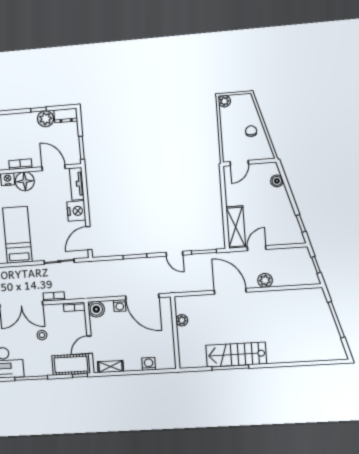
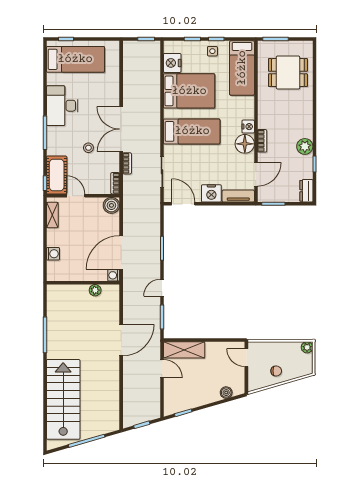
plant: (46, 119) -> (305, 146), moved
plant: (265, 280) -> (130, 375), removed
washing machine: (120, 306) -> (114, 275), moved
stairs: (236, 355) -> (63, 399), moved, width x1.36, depth x1.51

